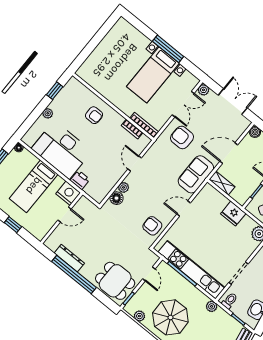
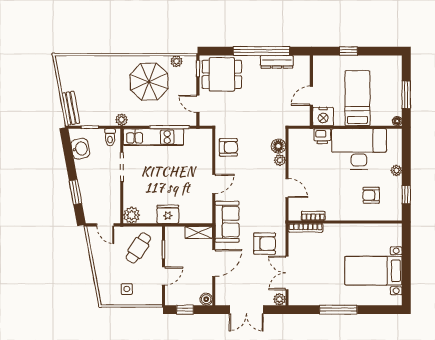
bed with nightstands: (153, 75) -> (373, 271), moved, turned -90
armchair: (94, 115) -> (371, 195), moved
kitchen unit: (191, 270) -> (153, 137), width x0.73

